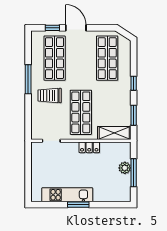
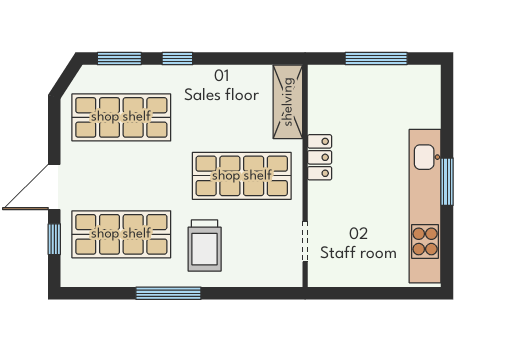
window: (134, 115) -> (119, 59), moved
plant: (125, 168) -> (365, 78), removed
kitchen unit: (67, 195) -> (425, 206), width x1.36

